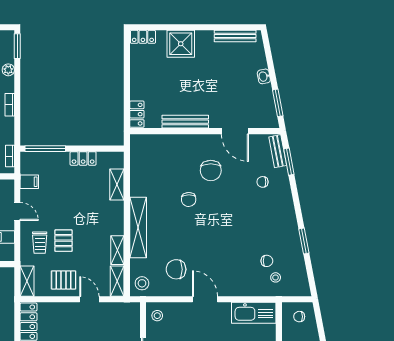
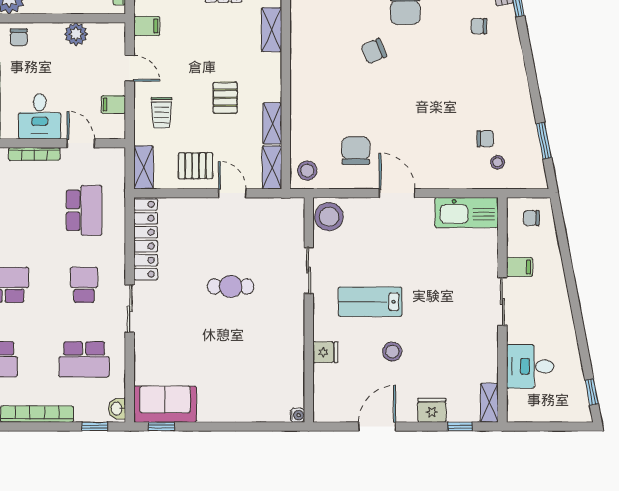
chair: (189, 199) -> (374, 51), turned 68
shelving: (138, 227) -> (302, 91), removed
pallet: (64, 241) -> (225, 98), moved
window: (304, 241) -> (544, 141), moved
chair: (176, 269) -> (356, 151), turned 90
stool: (157, 316) -> (329, 217), width x1.89, depth x1.89

